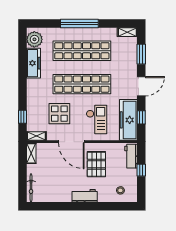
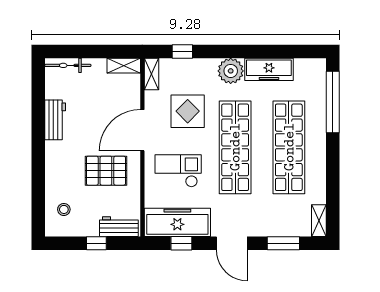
window: (79, 24) -> (333, 102), moved
plant: (34, 39) -> (231, 71), moved
checkout: (97, 119) -> (178, 171), turned 180
workbench: (85, 196) -> (55, 120), moved

